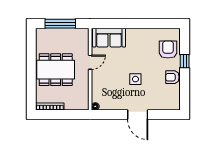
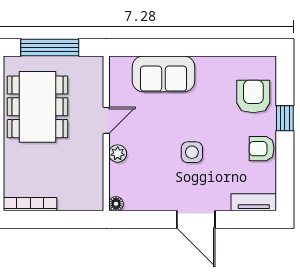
sofa: (109, 38) -> (164, 74), moved
dining table: (56, 70) -> (38, 107), moved, turned 90
plant: (96, 80) -> (118, 154), added
tv unit: (168, 106) -> (254, 202), added

